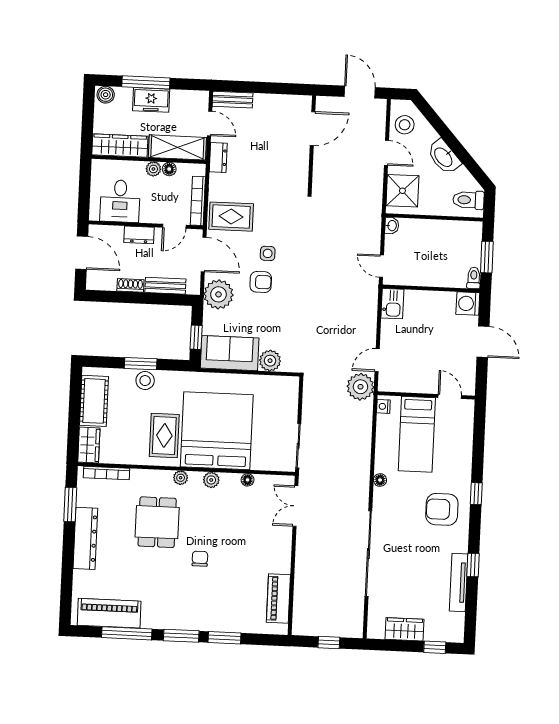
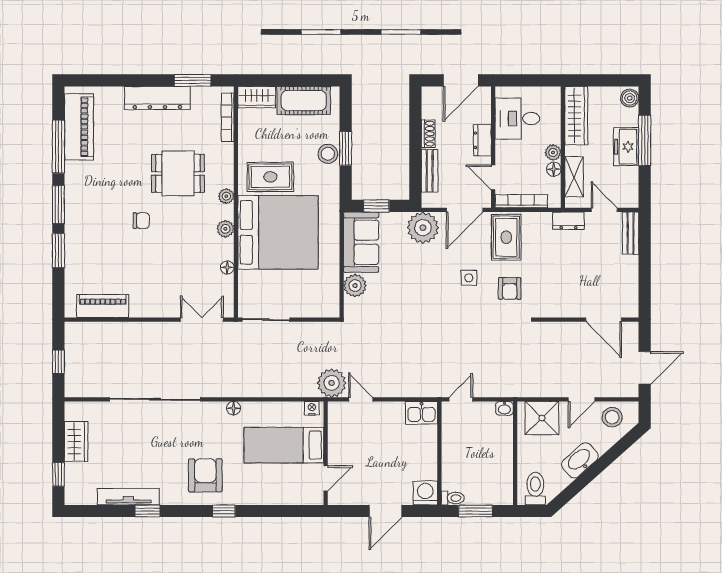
door: (210, 123) -> (604, 210), swing flipped
shelving: (177, 147) -> (574, 177), width x0.67, depth x0.75
armchair: (261, 282) -> (510, 288), moved

